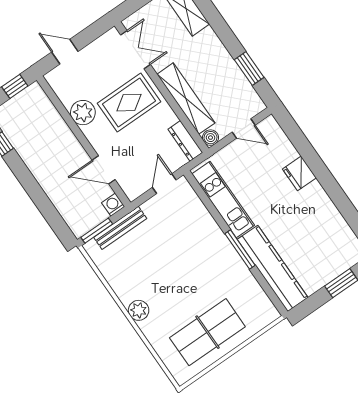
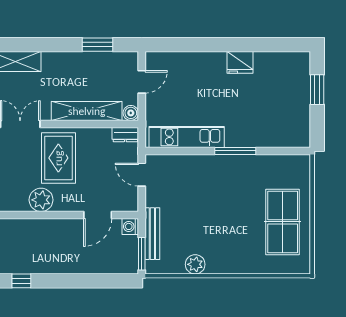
dresser: (185, 141) -> (125, 135), width x0.70
fridge: (299, 173) -> (240, 62), moved
kitchen counter: (273, 268) -> (268, 136), removed
plant: (139, 310) -> (195, 264), moved

